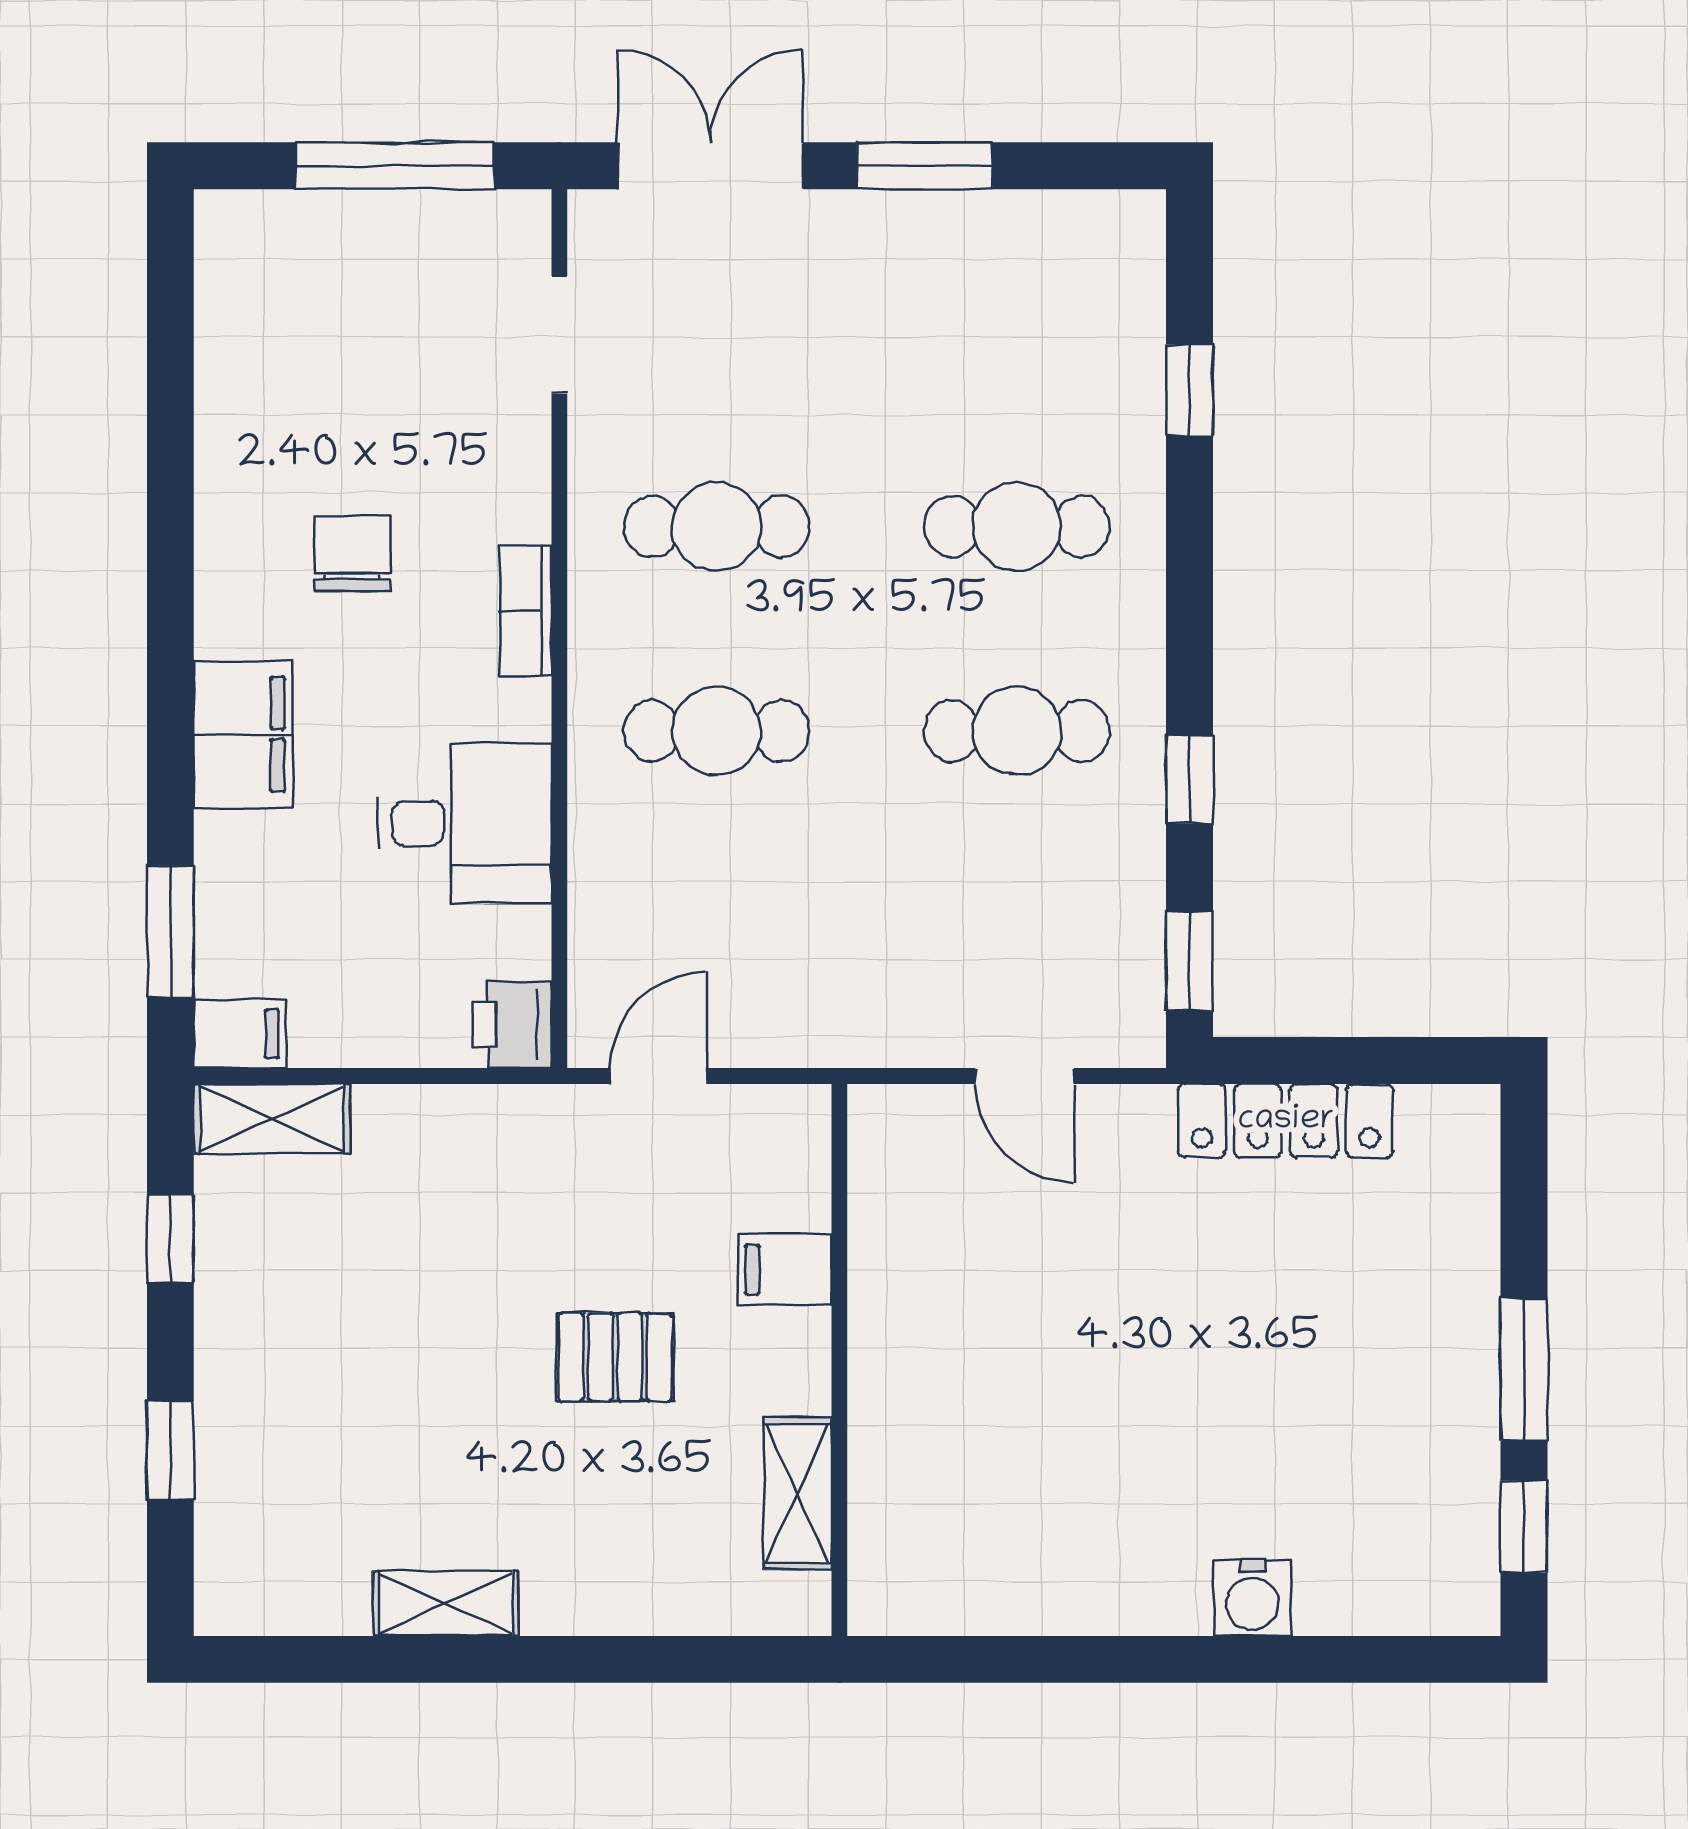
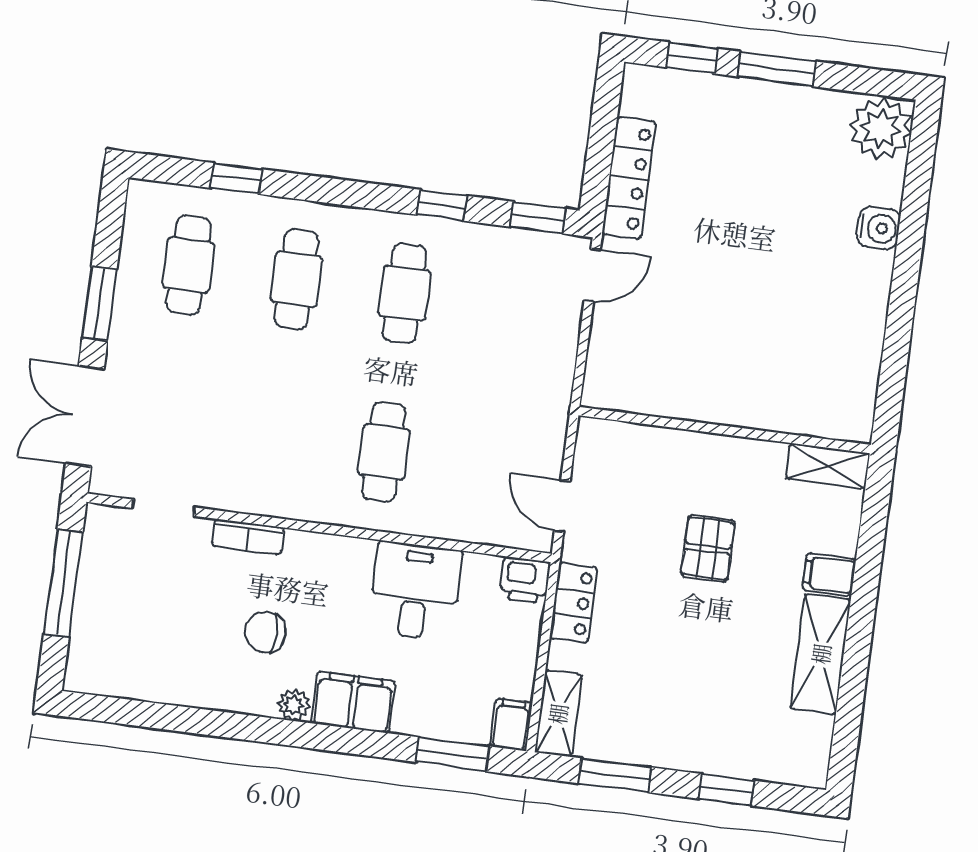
cafe table: (717, 527) -> (188, 265), moved
bookcase: (526, 611) -> (248, 537), moved
plant: (223, 624) -> (294, 705), added
door: (1024, 1076) -> (592, 275), moved
locker: (482, 1120) -> (573, 603), added
window: (170, 1239) -> (615, 775), width x1.50
filing cabinet: (785, 1270) -> (829, 575), moved, turned 90
shelving: (798, 1493) -> (828, 466), moved
window: (1524, 1527) -> (692, 58), moved
plant: (1438, 1578) -> (881, 129), added
shelving: (446, 1603) -> (821, 654), width x1.50, depth x1.33

